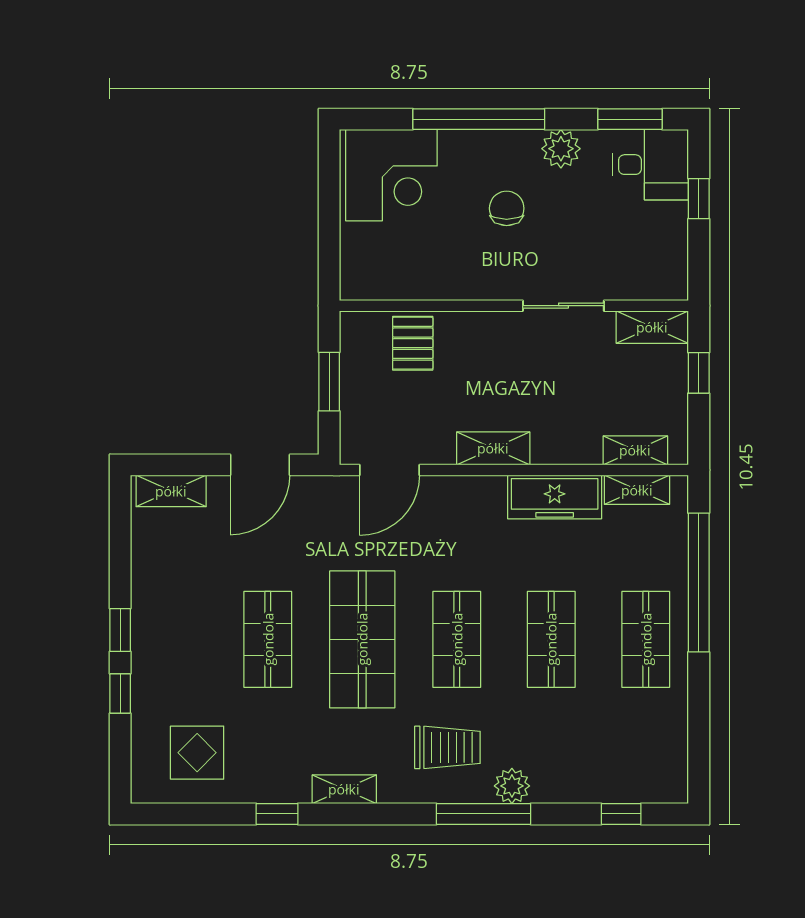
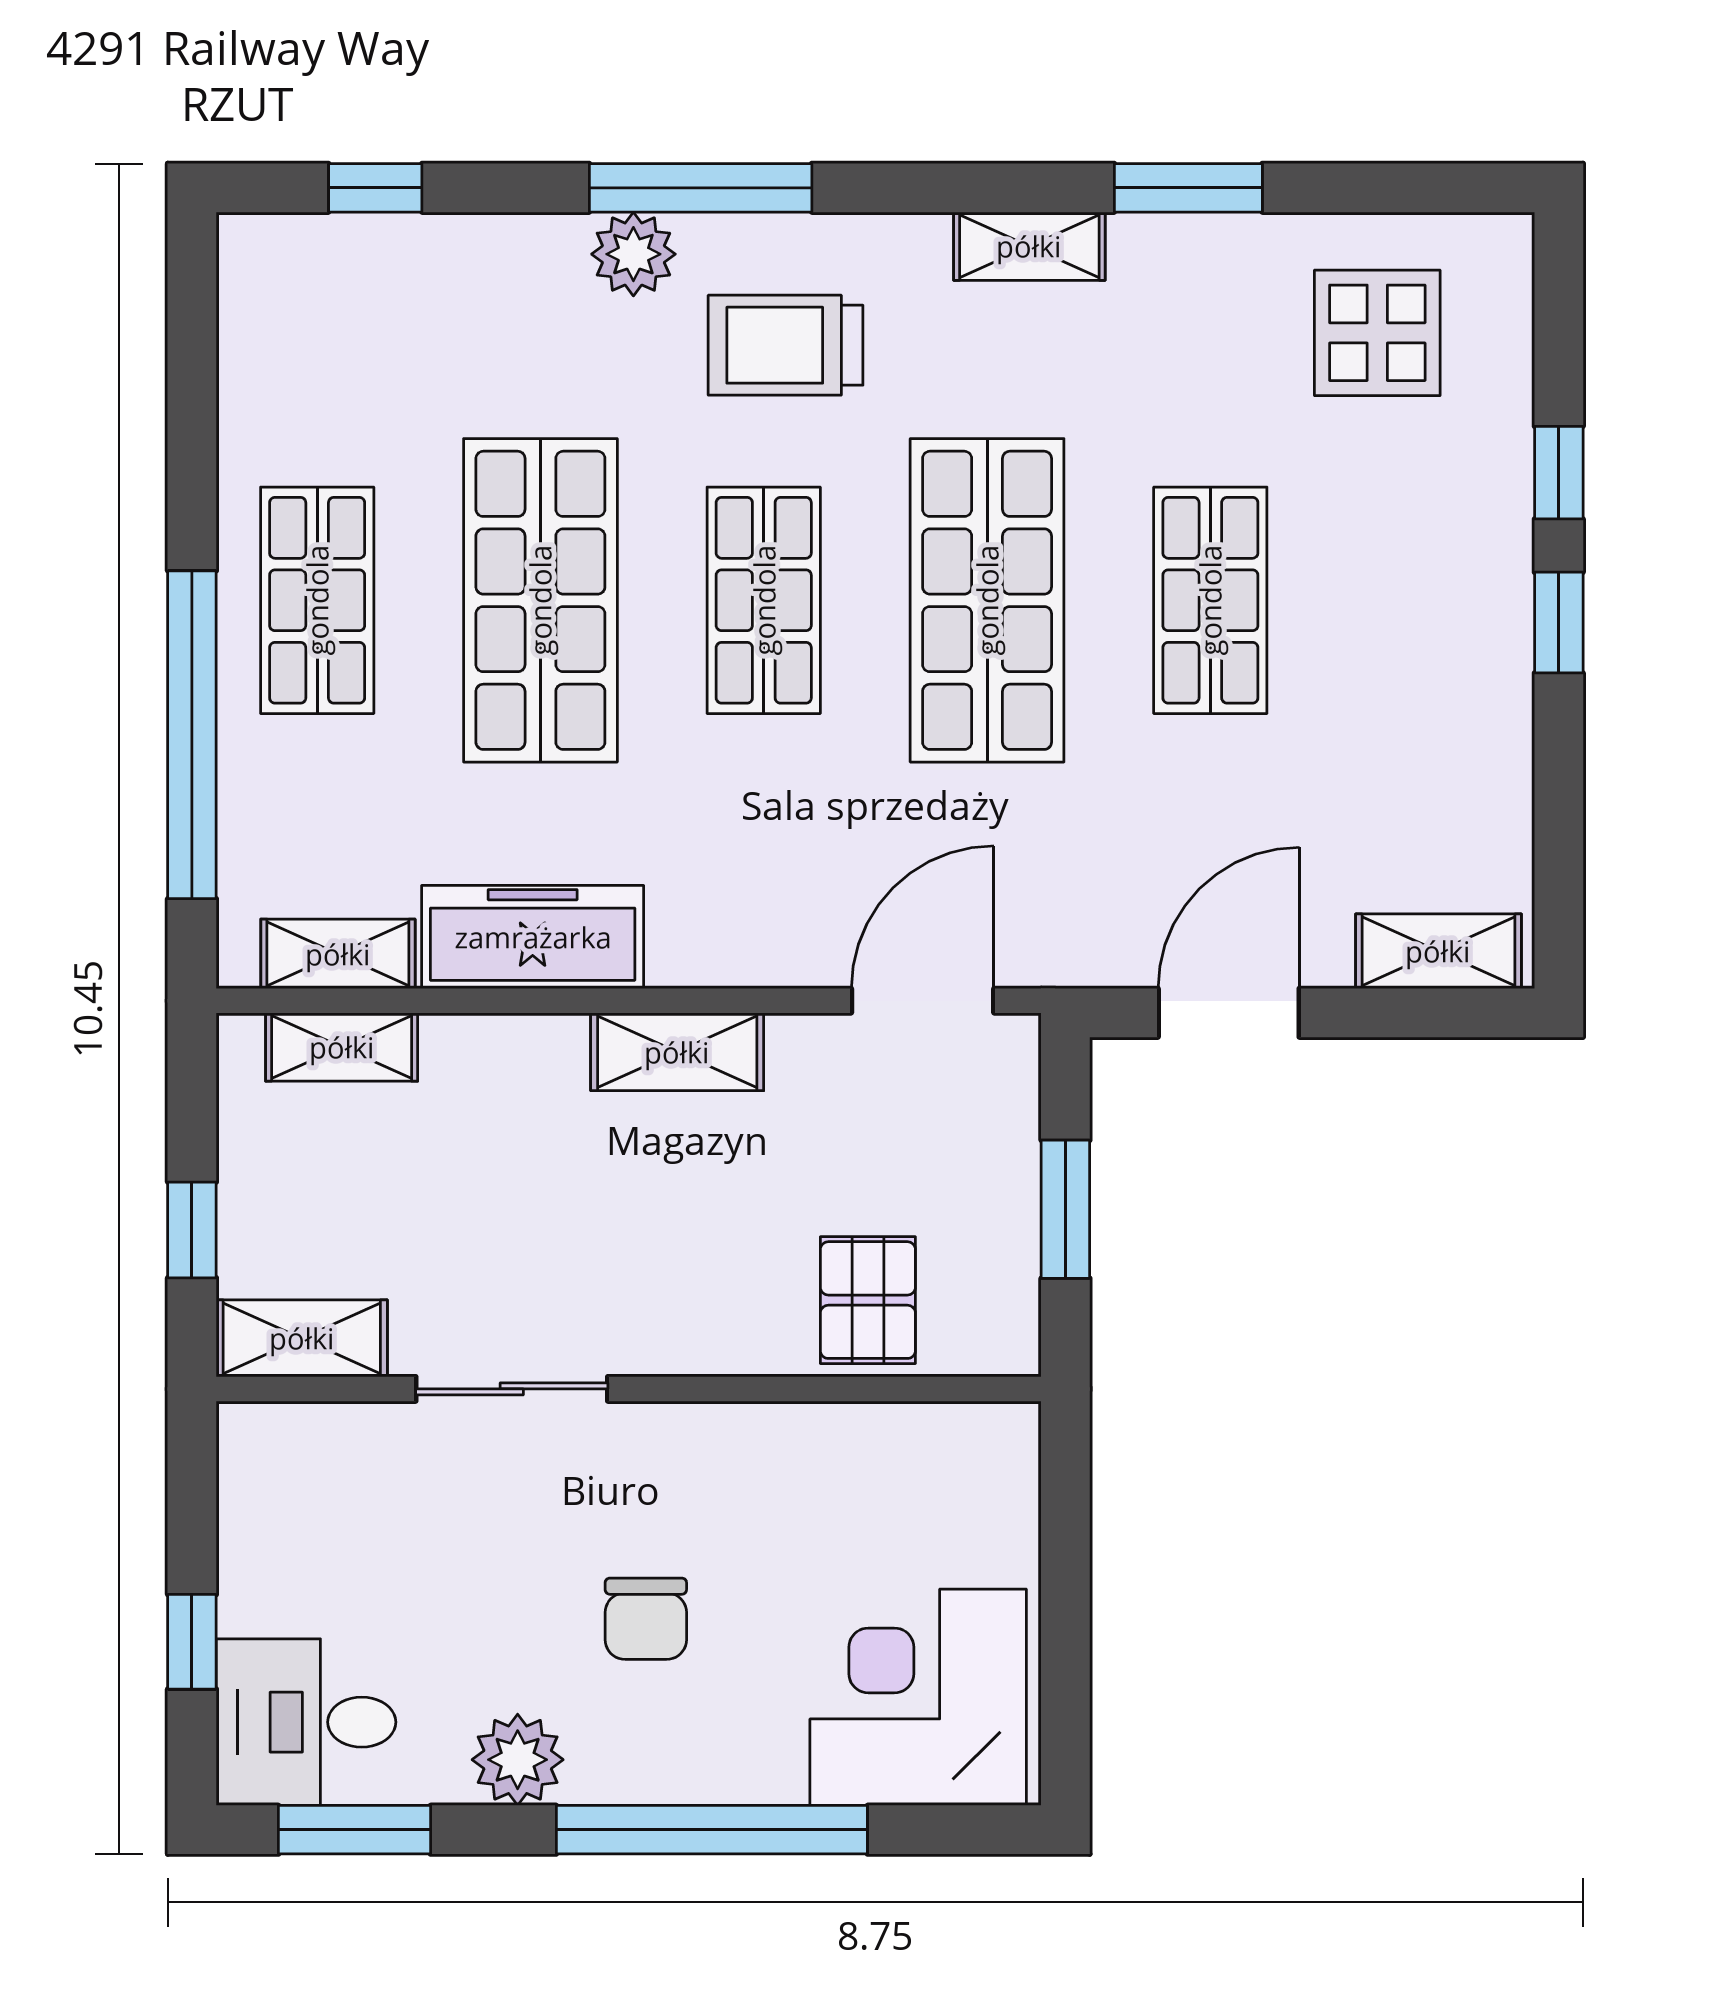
shop shelf: (551, 639) -> (540, 600), width x1.43, depth x1.36
window: (277, 814) -> (1188, 188), width x1.50

